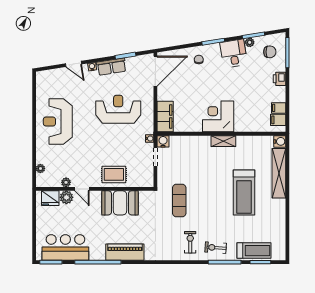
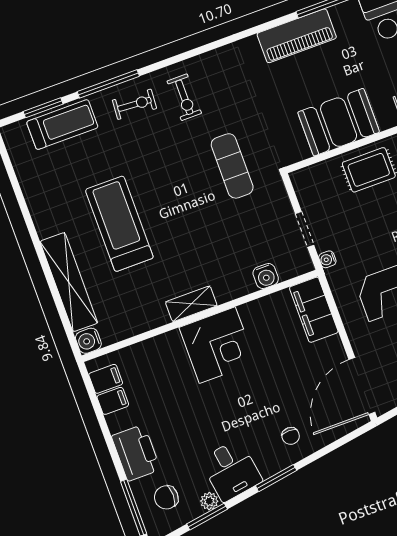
printer: (280, 79) -> (136, 453), width x1.87, depth x1.48
water cooler: (163, 141) -> (266, 276), moved
treadmill: (254, 251) -> (62, 125), turned 180

